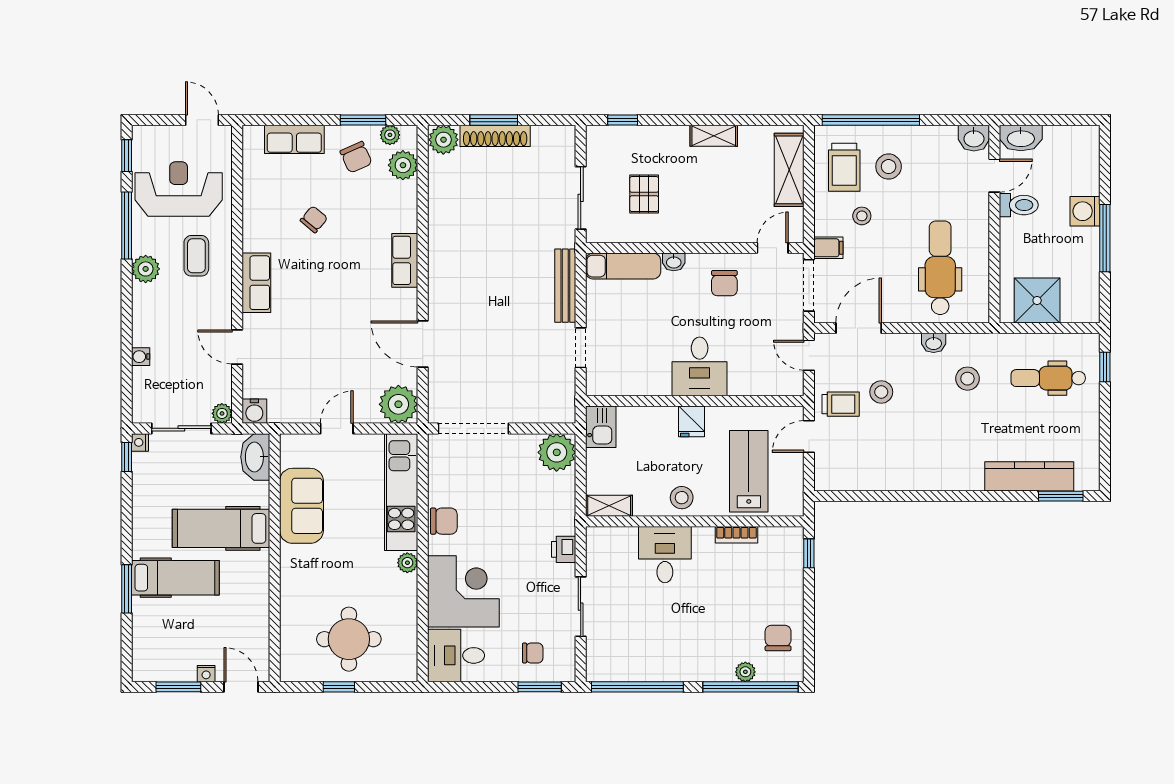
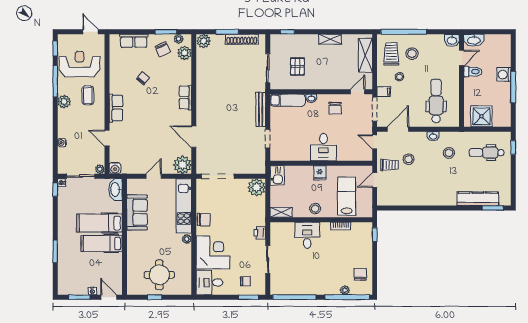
shoe rack: (495, 136) -> (242, 39), moved
trolley: (844, 167) -> (391, 54), turned 180
hospital bed: (175, 578) -> (102, 243), moved, turned 180

